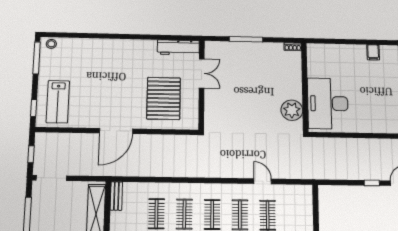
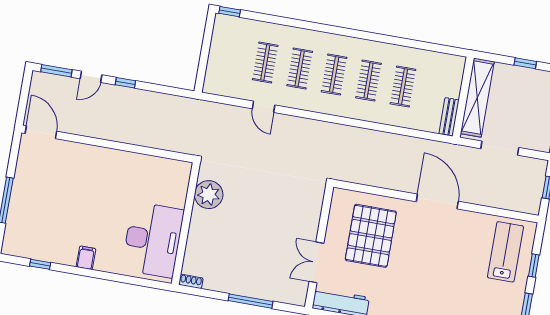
desk: (328, 103) -> (153, 240), moved
window: (34, 108) -> (534, 266), moved
door: (116, 131) -> (437, 201), hinge flipped
doorway: (51, 178) -> (500, 148), moved

